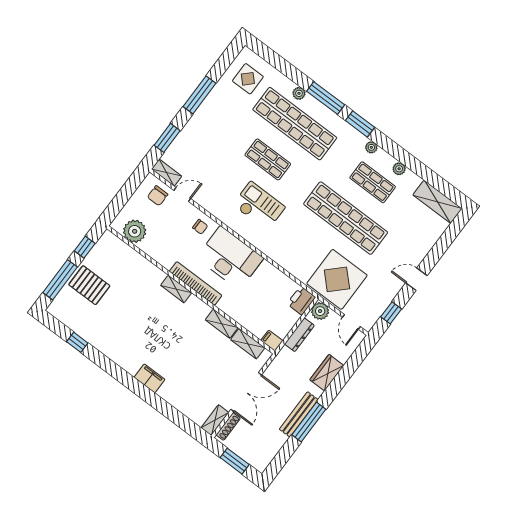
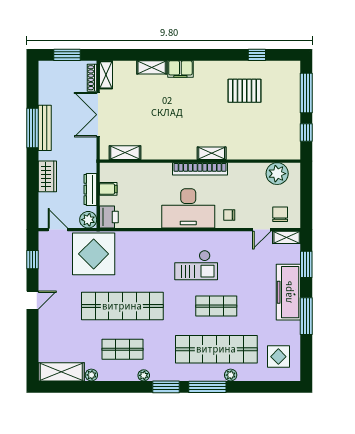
freezer: (199, 126) -> (288, 292), added
plant: (399, 169) -> (91, 375), moved
pallet: (89, 285) -> (244, 91), moved
shelving: (222, 324) -> (152, 67), moved
filing cabinet: (272, 341) -> (108, 189), moved

